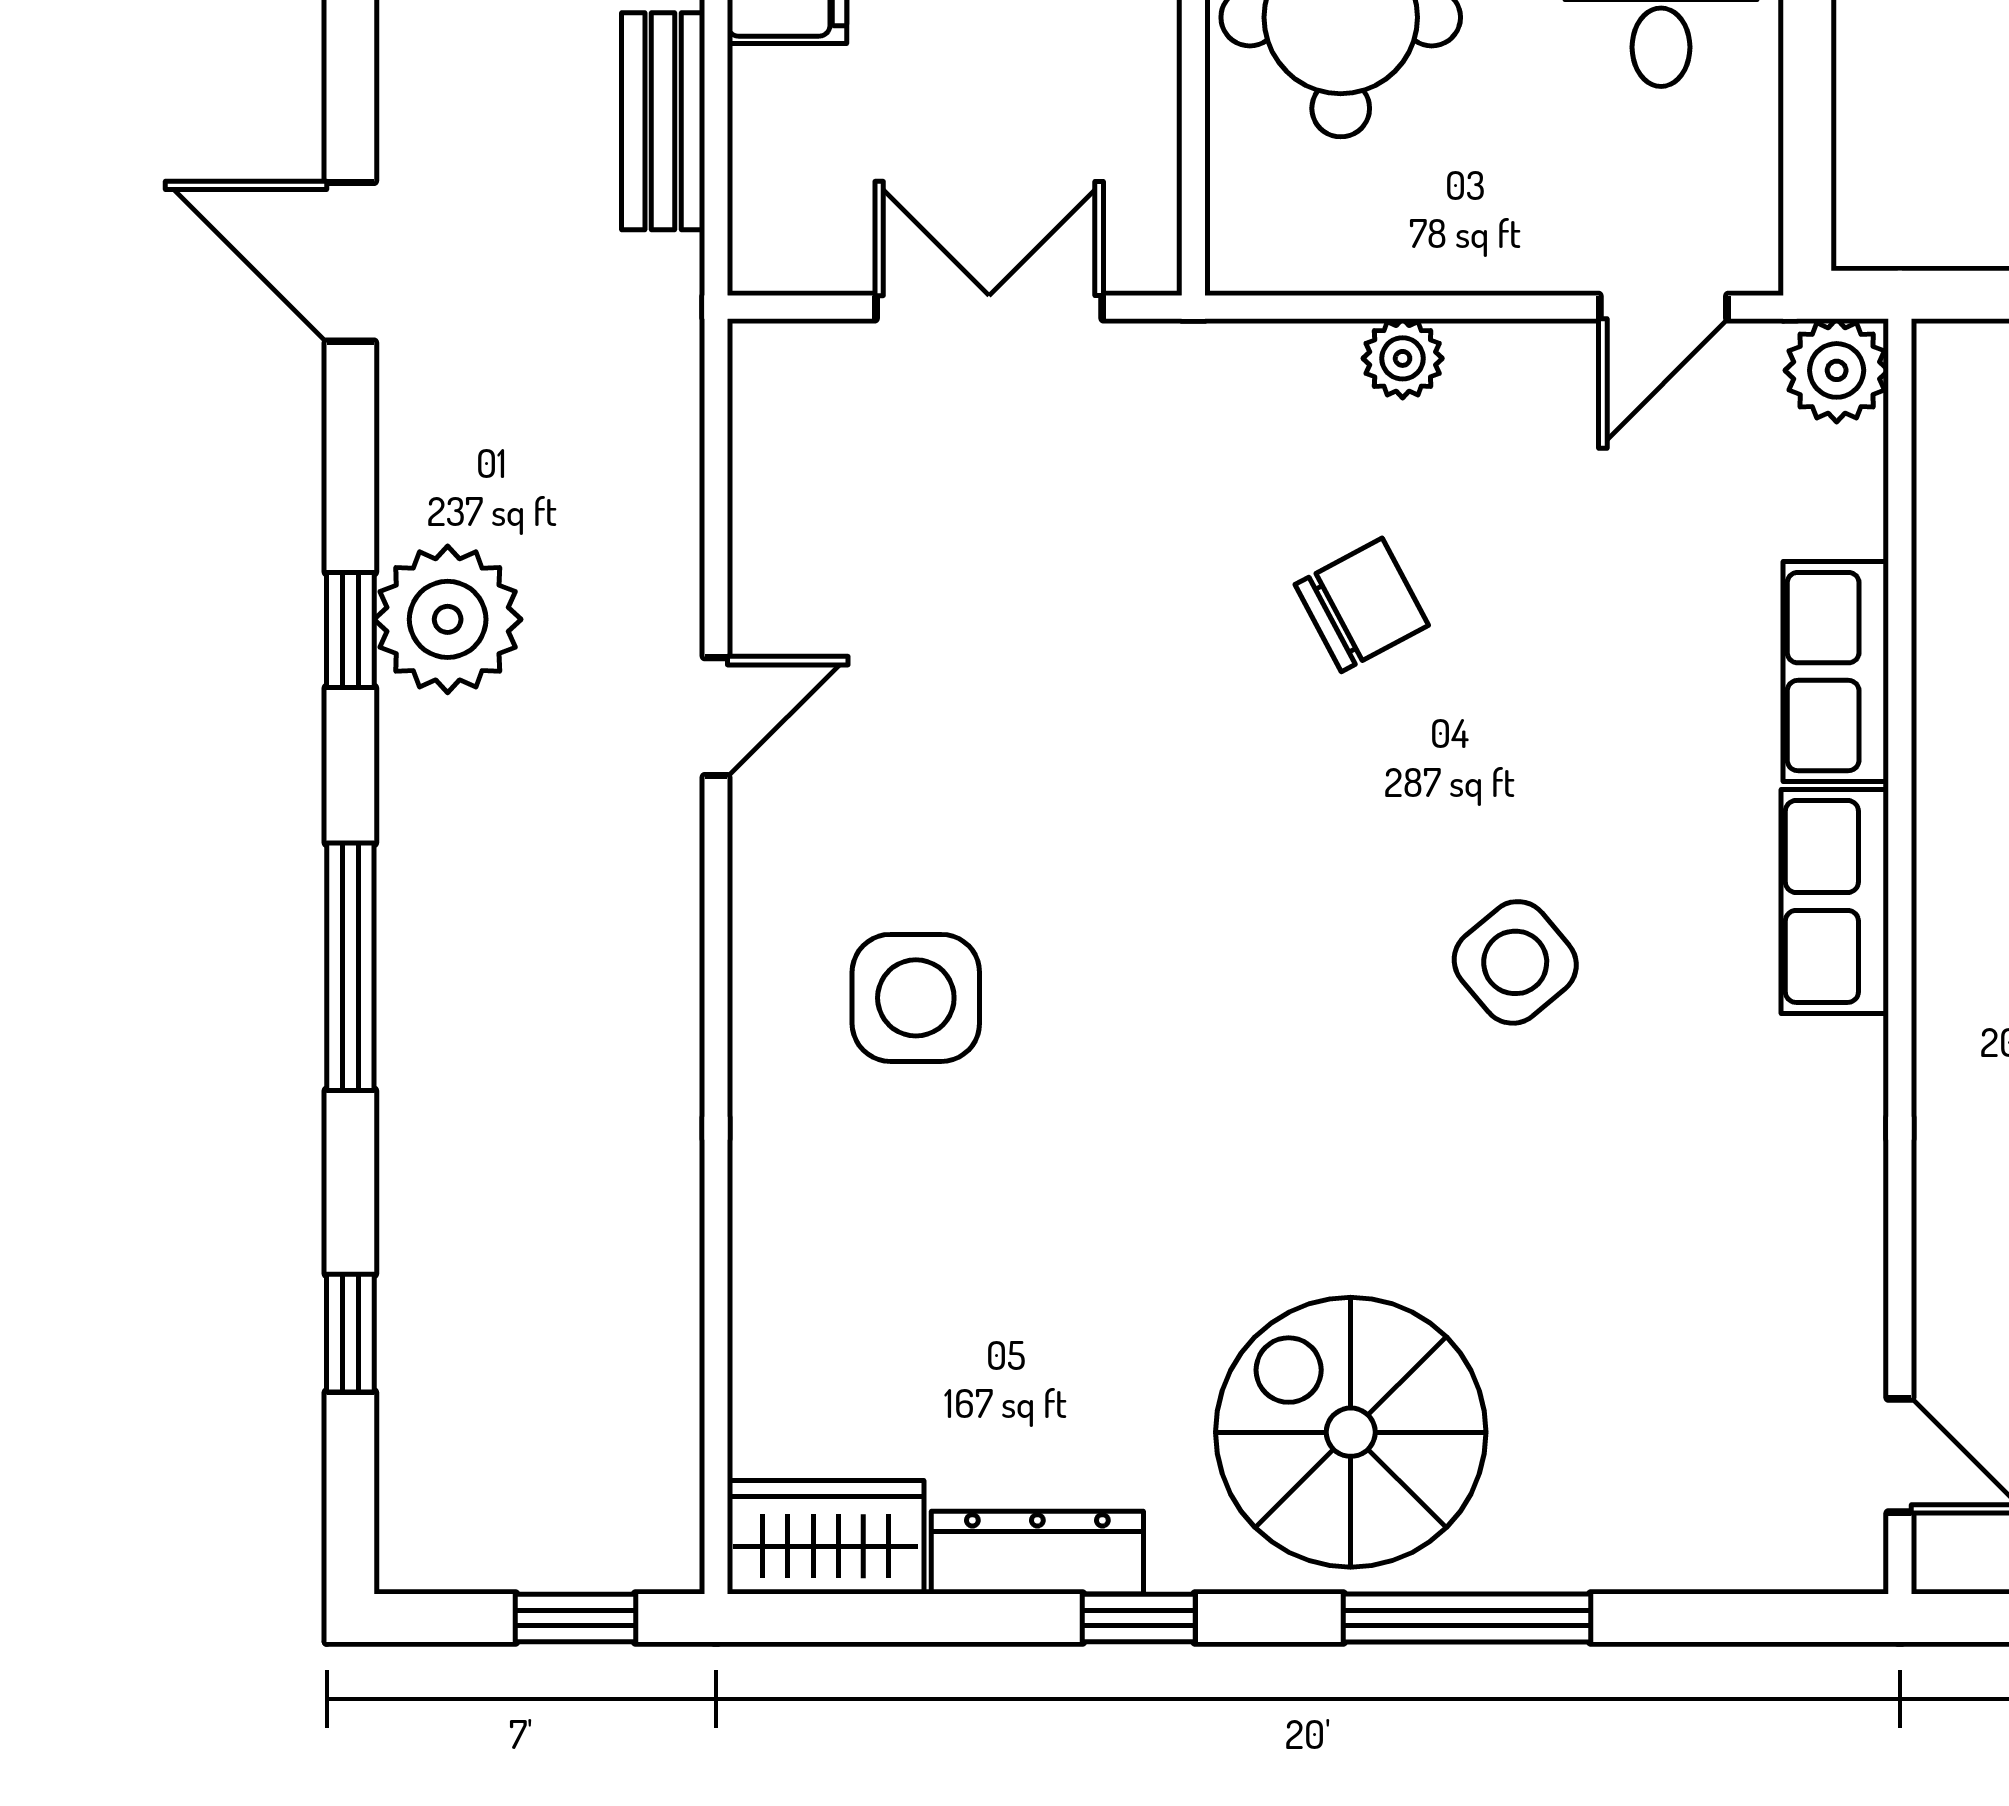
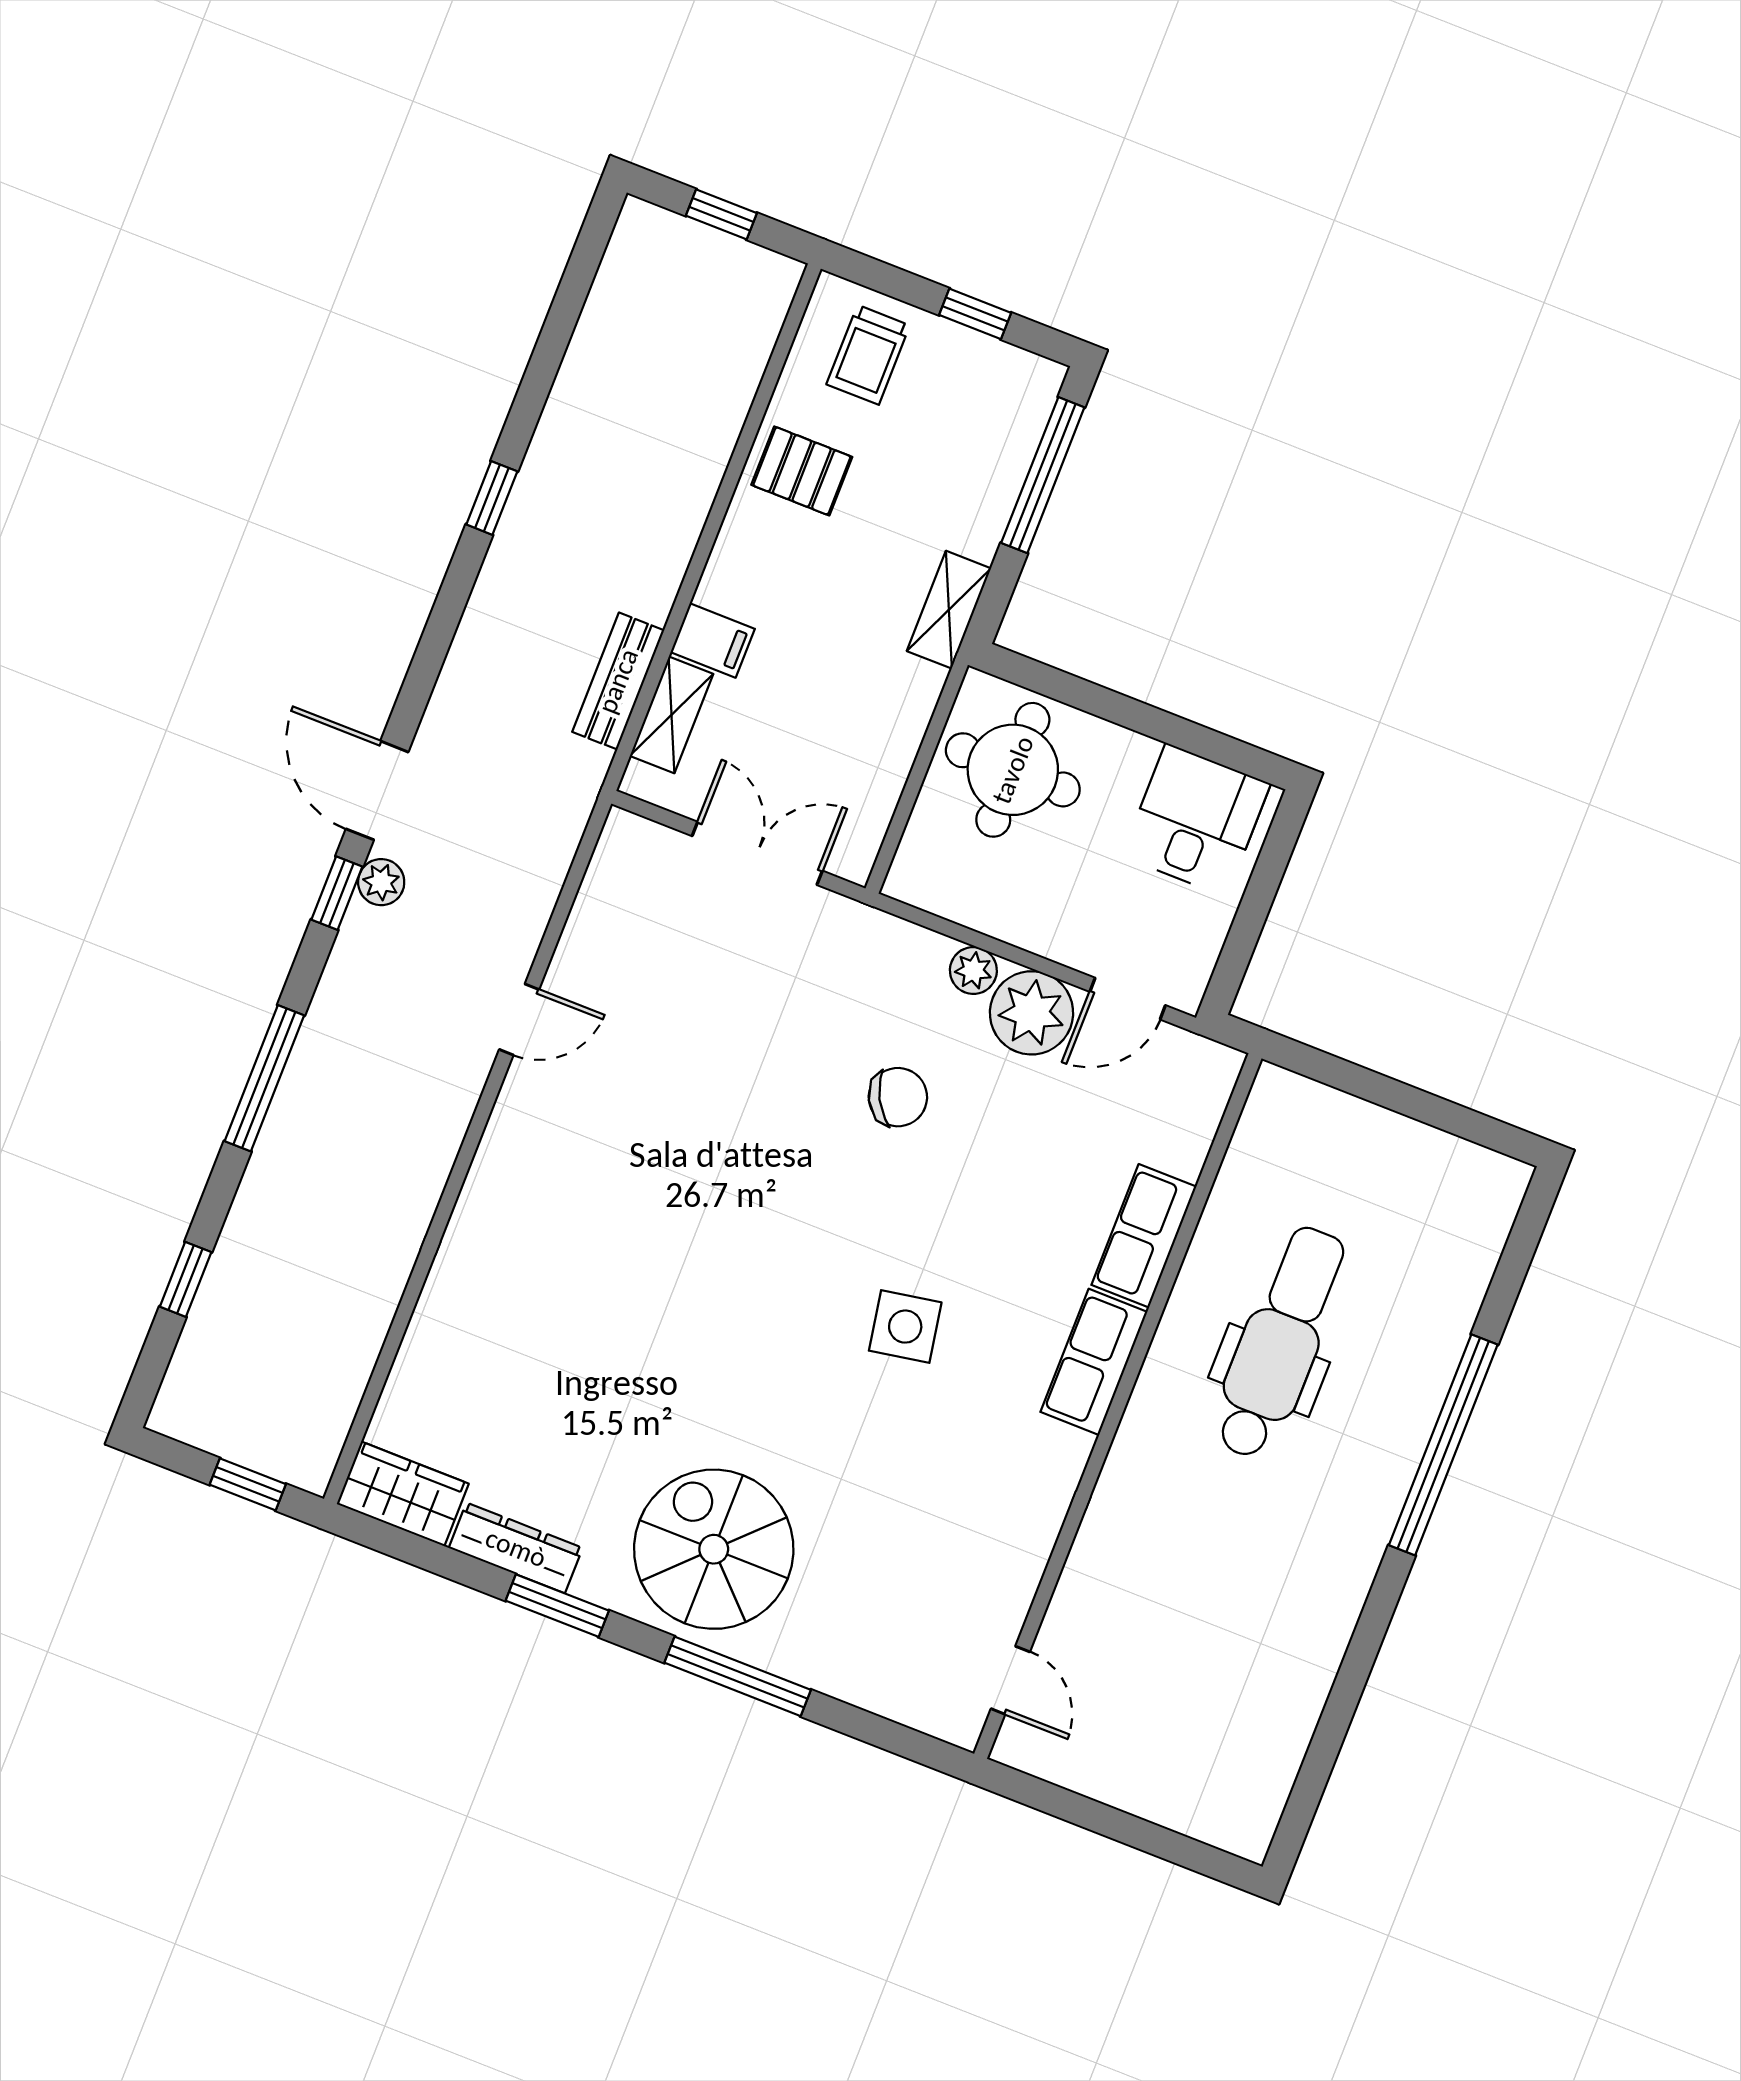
shelving: (768, 142) -> (672, 715), added
door: (350, 262) -> (377, 790), moved
plant: (1837, 370) -> (1032, 1013), moved, width x1.36, depth x1.36
plant: (448, 619) -> (381, 882), width x0.53, depth x0.53
side table: (1515, 962) -> (905, 1327), turned 30
side table: (916, 998) -> (568, 1217), removed
window: (1139, 1618) -> (557, 1606), width x1.50

